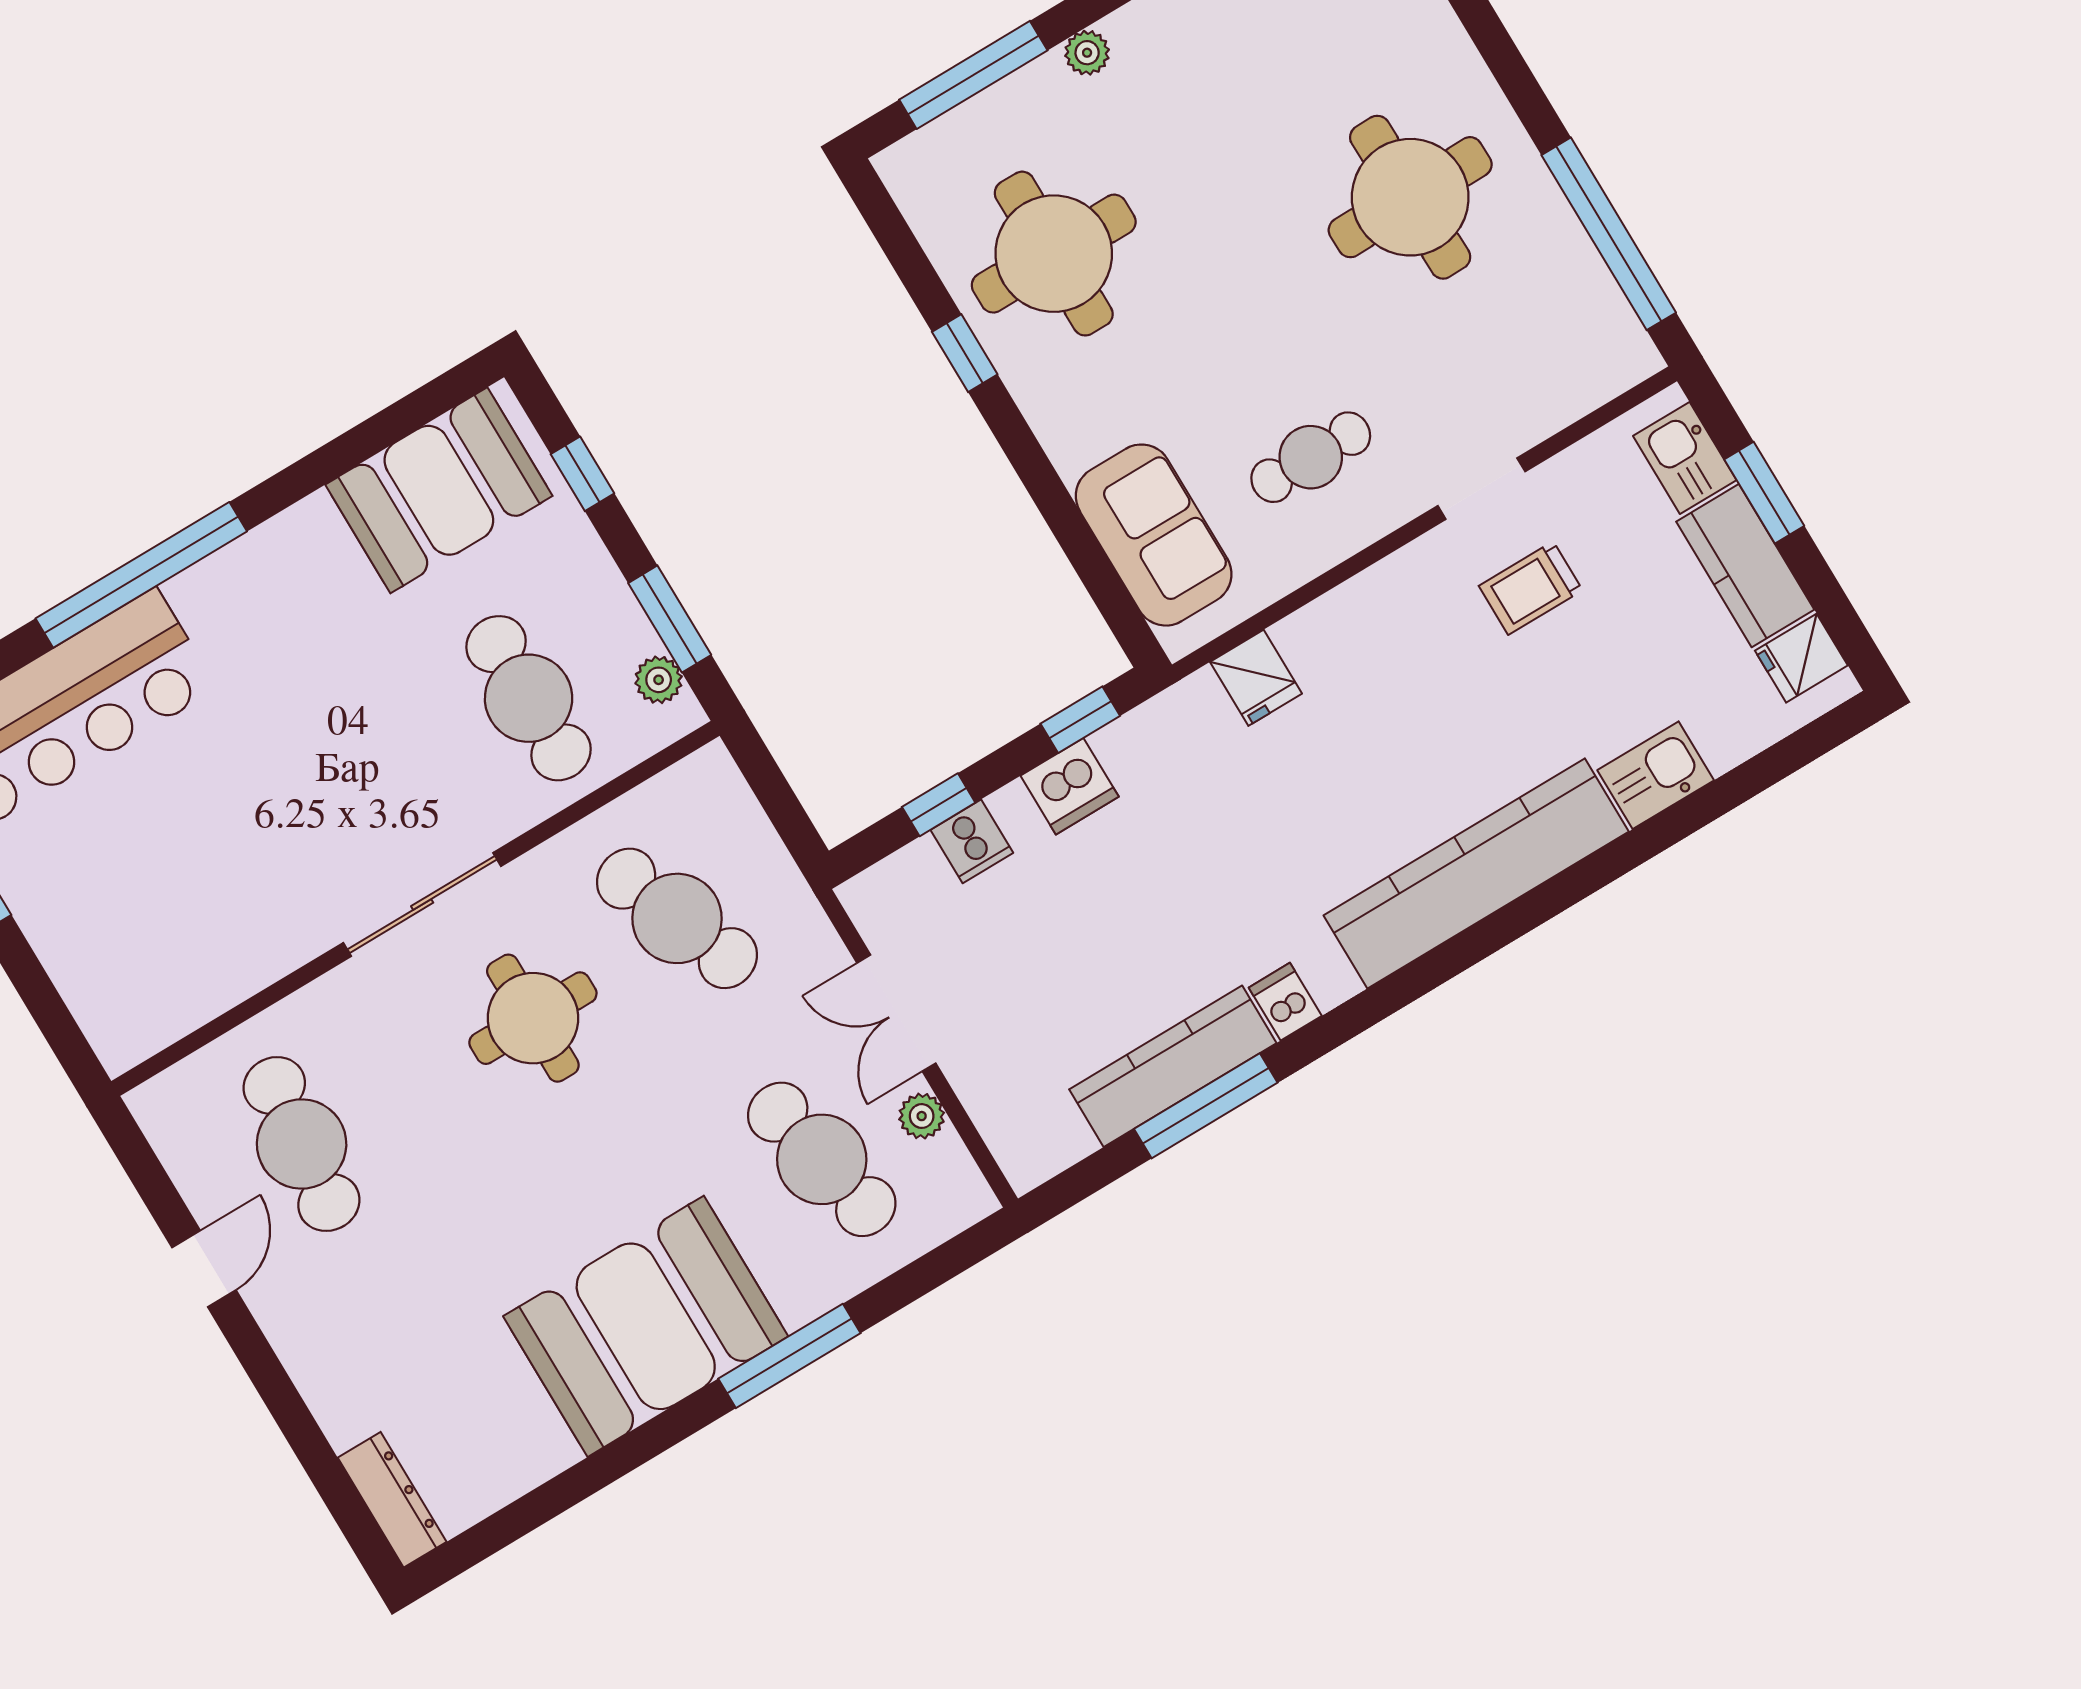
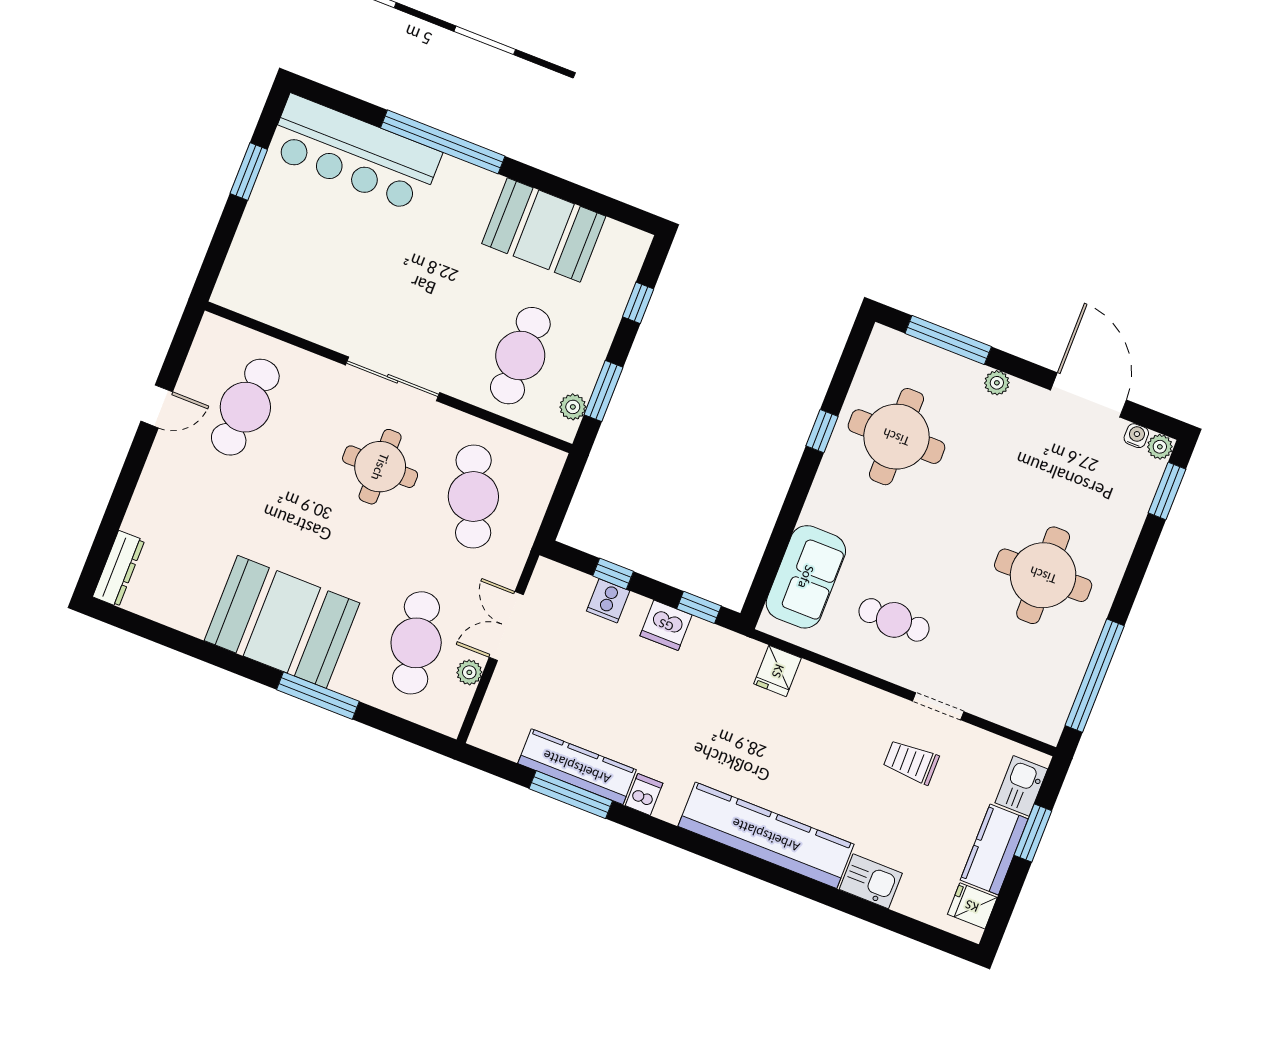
booth: (439, 490) -> (544, 230), moved

